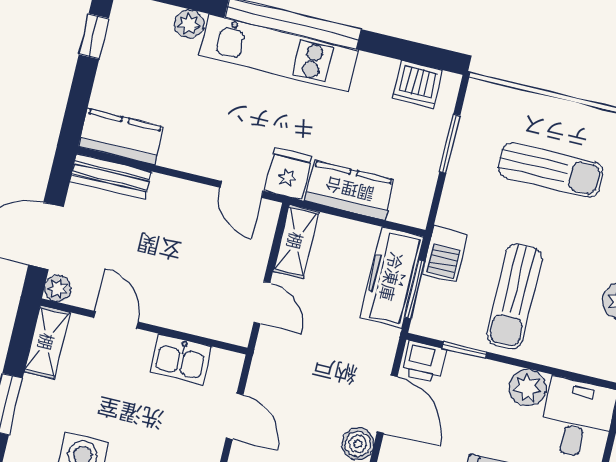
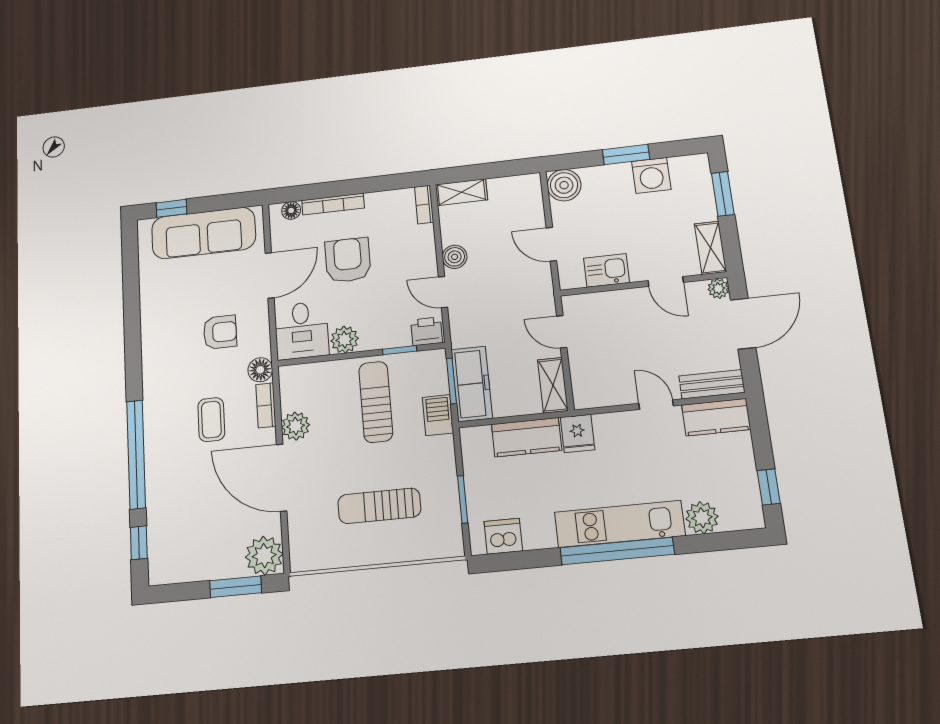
plant: (189, 24) -> (702, 518), width x1.38, depth x1.38
door: (242, 189) -> (656, 405), moved
door: (387, 404) -> (443, 292), width x0.73

